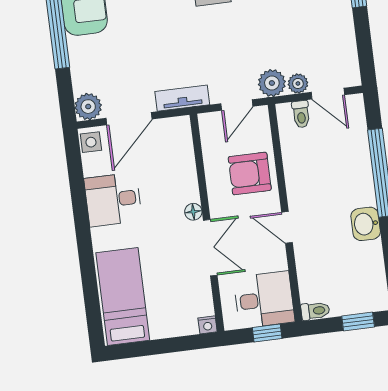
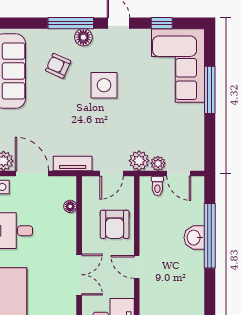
door: (129, 119) -> (32, 173), swing flipped
armchair: (250, 173) -> (115, 224), turned -90
floor lamp: (193, 212) -> (70, 206), moved
washbasin: (366, 224) -> (194, 238), moved

